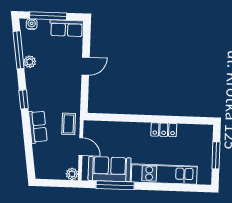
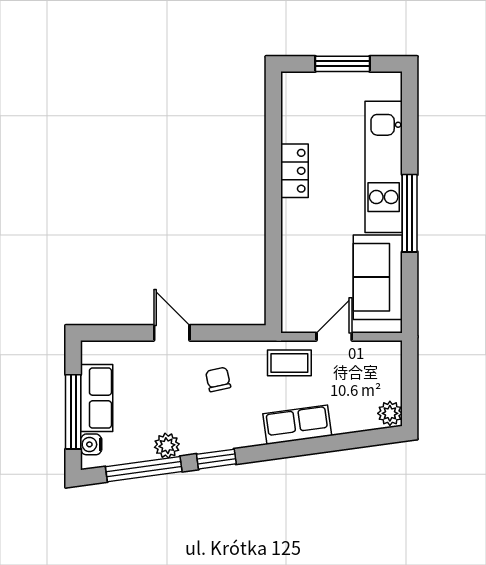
row of seats: (67, 28) -> (97, 398), moved
chair: (62, 88) -> (218, 379), added
window: (24, 99) -> (216, 459), moved
plant: (72, 174) -> (390, 413), moved
window: (115, 185) -> (410, 213), moved

